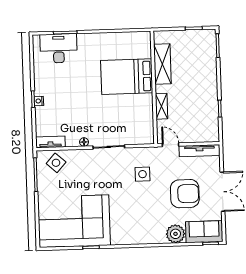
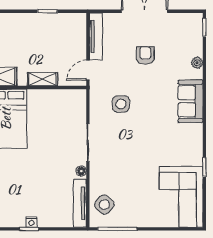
tv unit: (50, 142) -> (80, 203), width x1.41
armchair: (185, 194) -> (145, 55), width x0.53, depth x0.53
corner sofa: (74, 221) -> (181, 197), width x0.73, depth x0.74
sofa: (204, 232) -> (190, 101), moved
plant: (176, 234) -> (197, 63), width x0.53, depth x0.53

